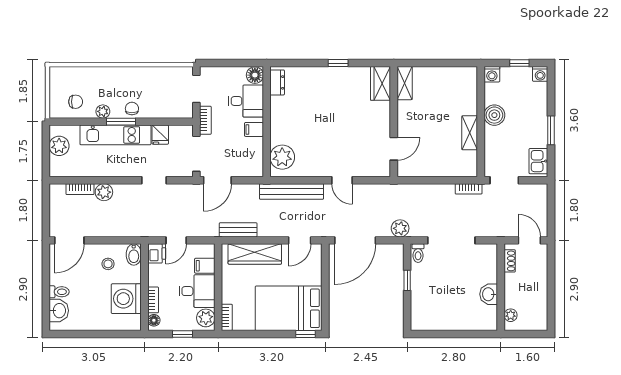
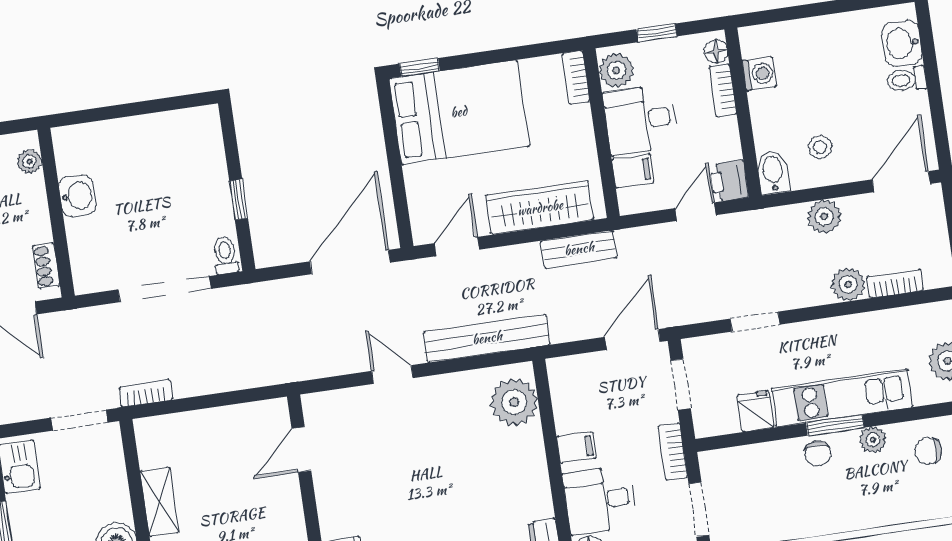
doorway: (196, 154) -> (681, 384), width x0.73
plant: (400, 228) -> (824, 217), moved
washing machine: (126, 299) -> (760, 74), width x0.53, depth x0.53

